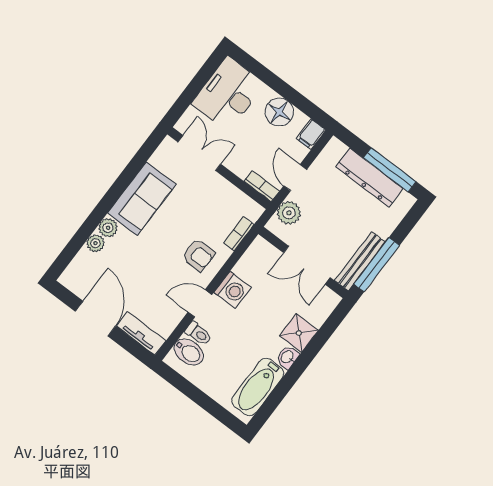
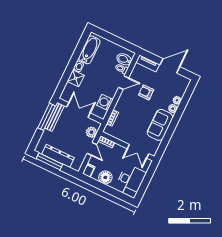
armchair: (198, 255) -> (146, 92), moved
washing machine: (233, 290) -> (105, 102), moved
door: (95, 319) -> (170, 66), swing flipped

